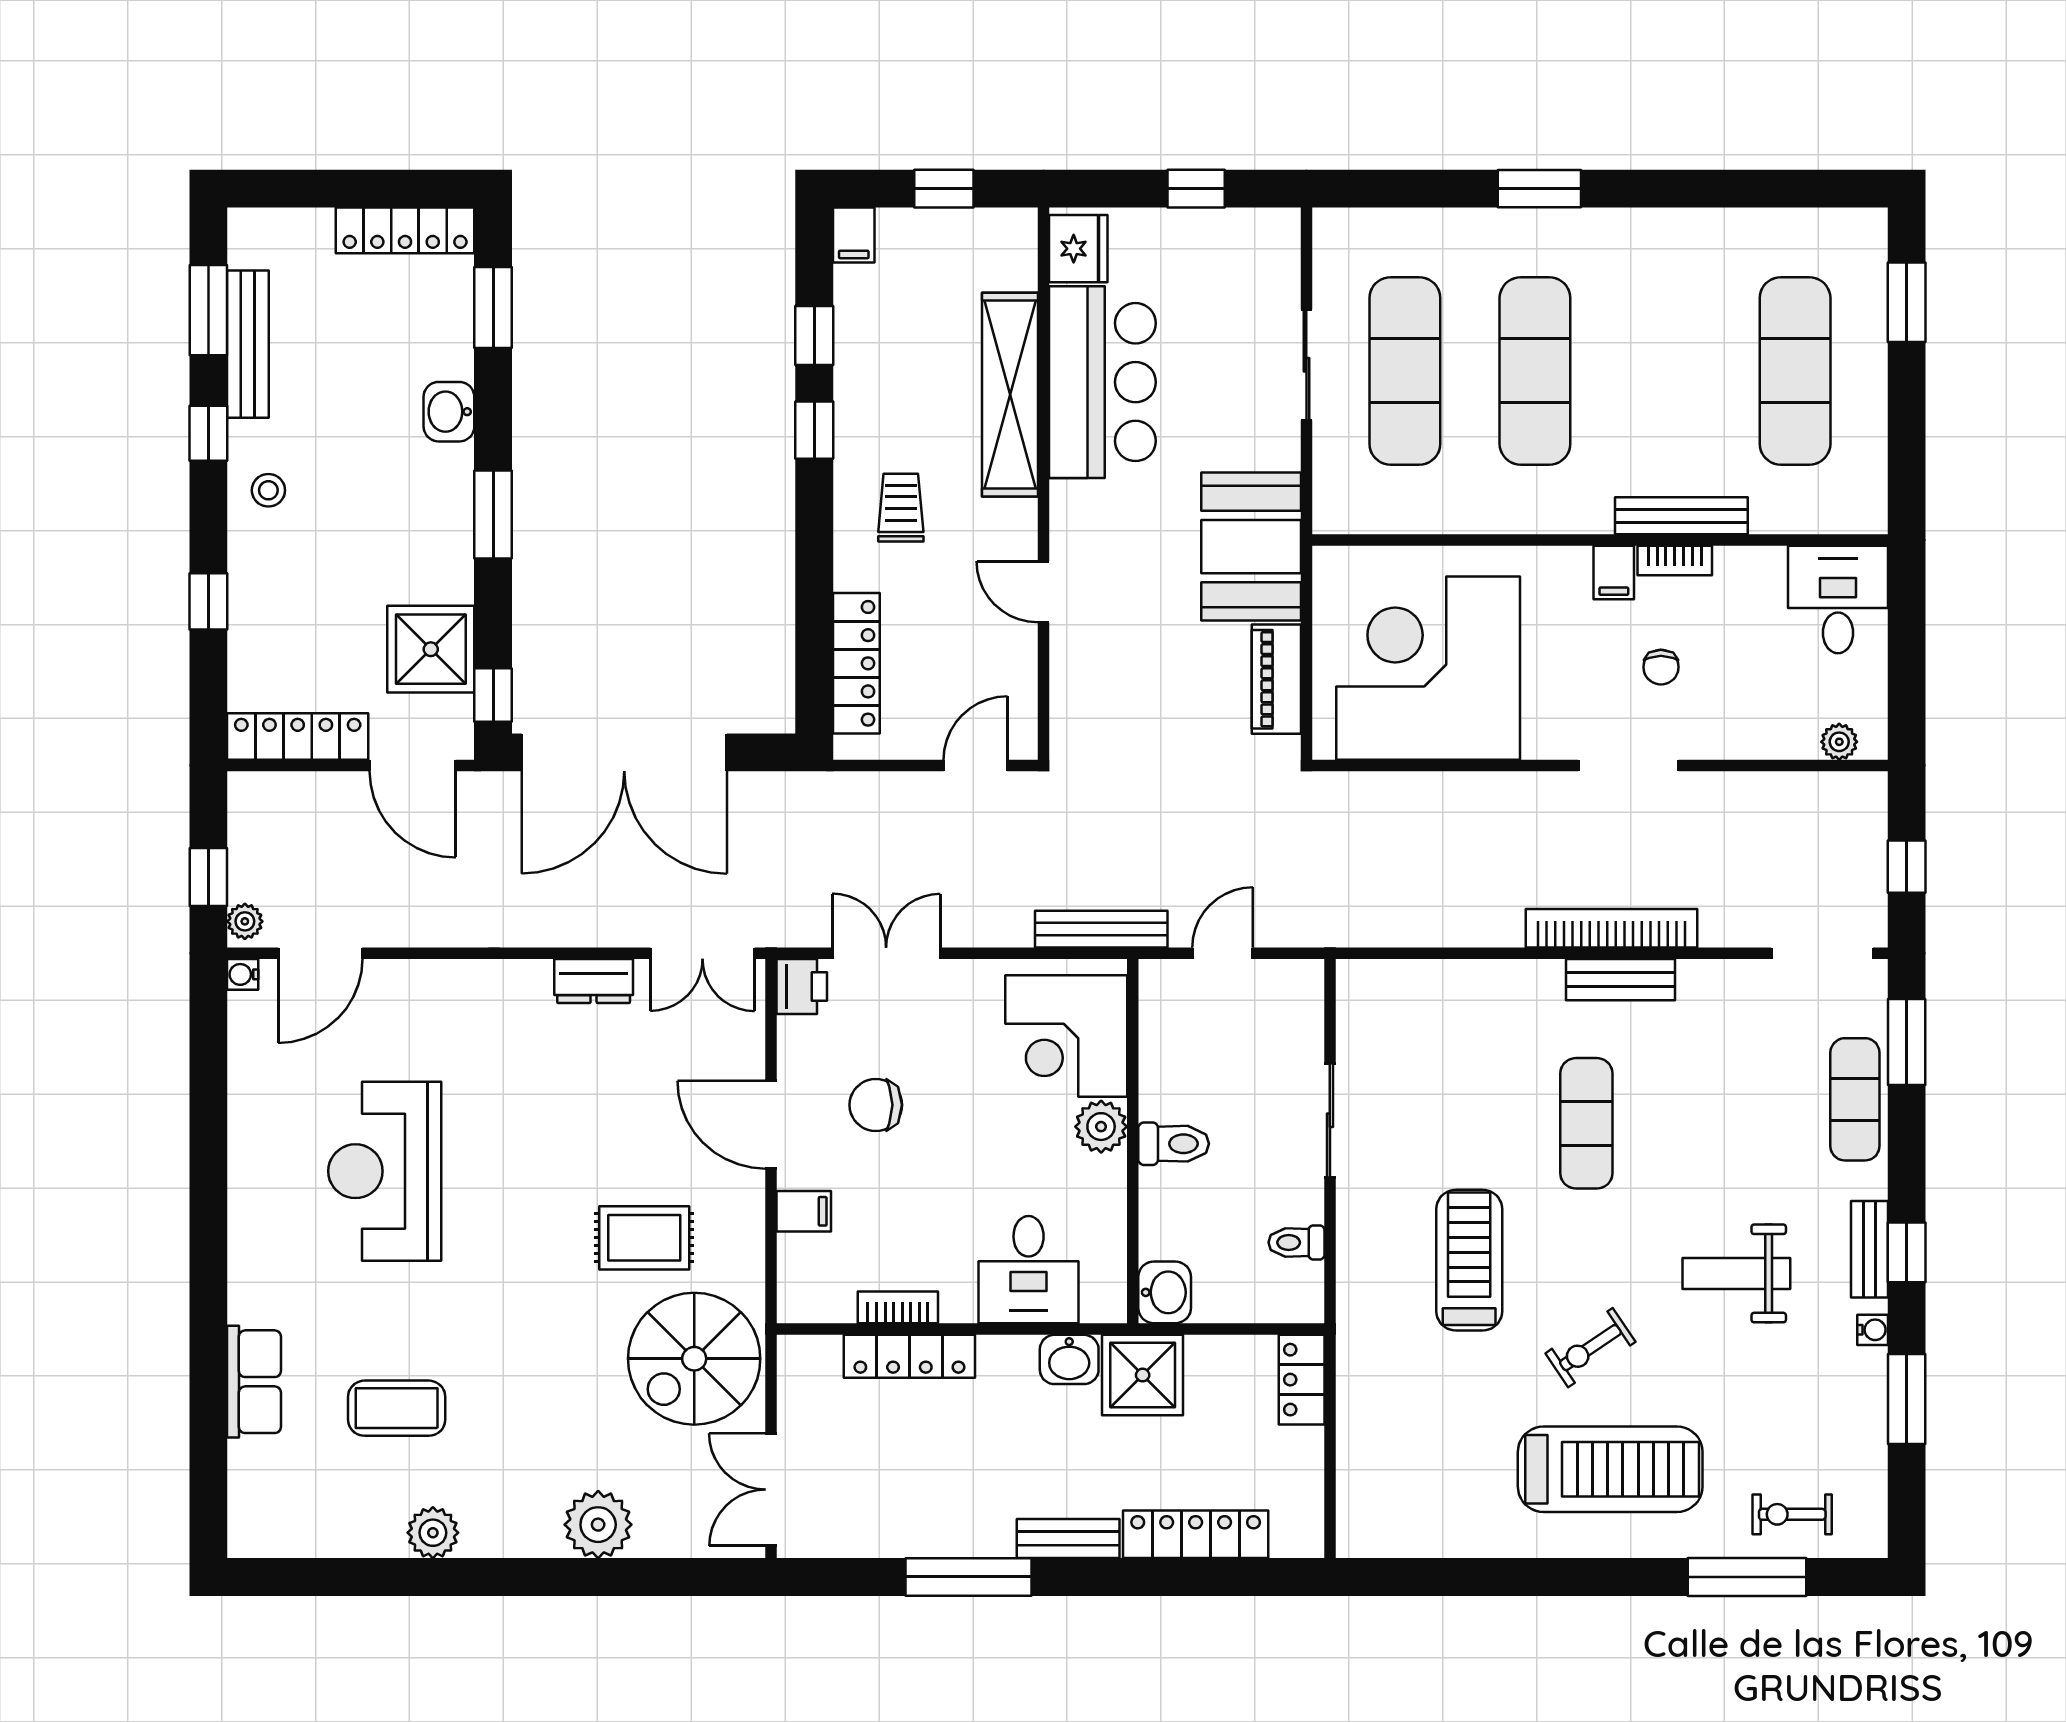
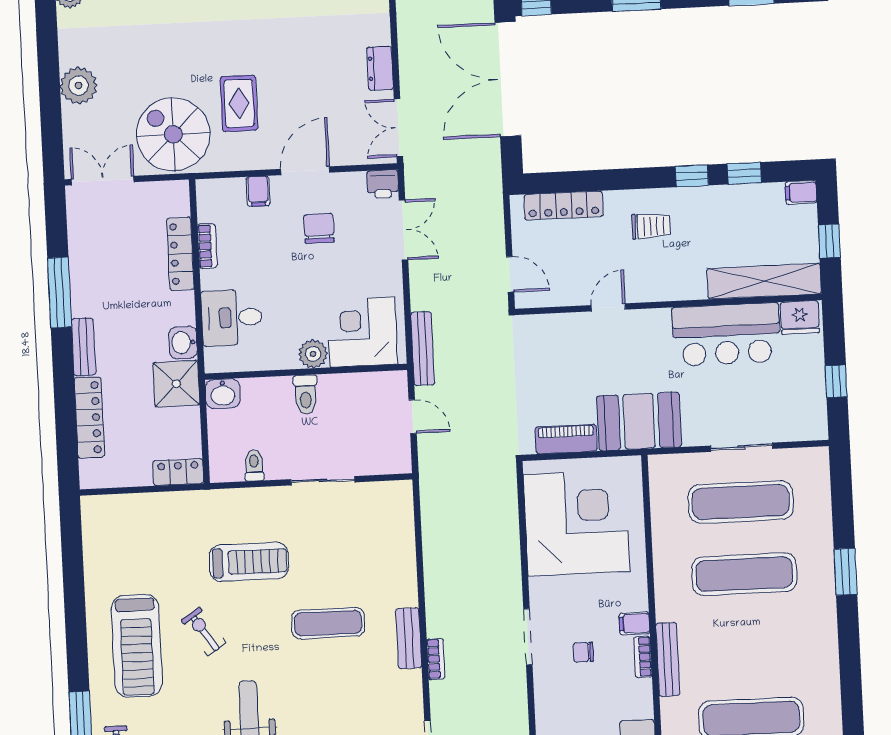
shelving: (1010, 395) -> (764, 281), moved
bookcase: (1612, 928) -> (436, 659), width x0.43, depth x0.76

